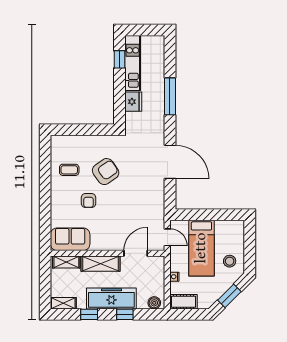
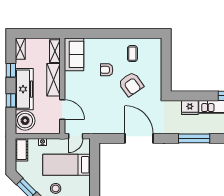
door: (170, 162) -> (139, 138), swing flipped
boiler: (154, 303) -> (25, 121), width x1.86, depth x1.86

